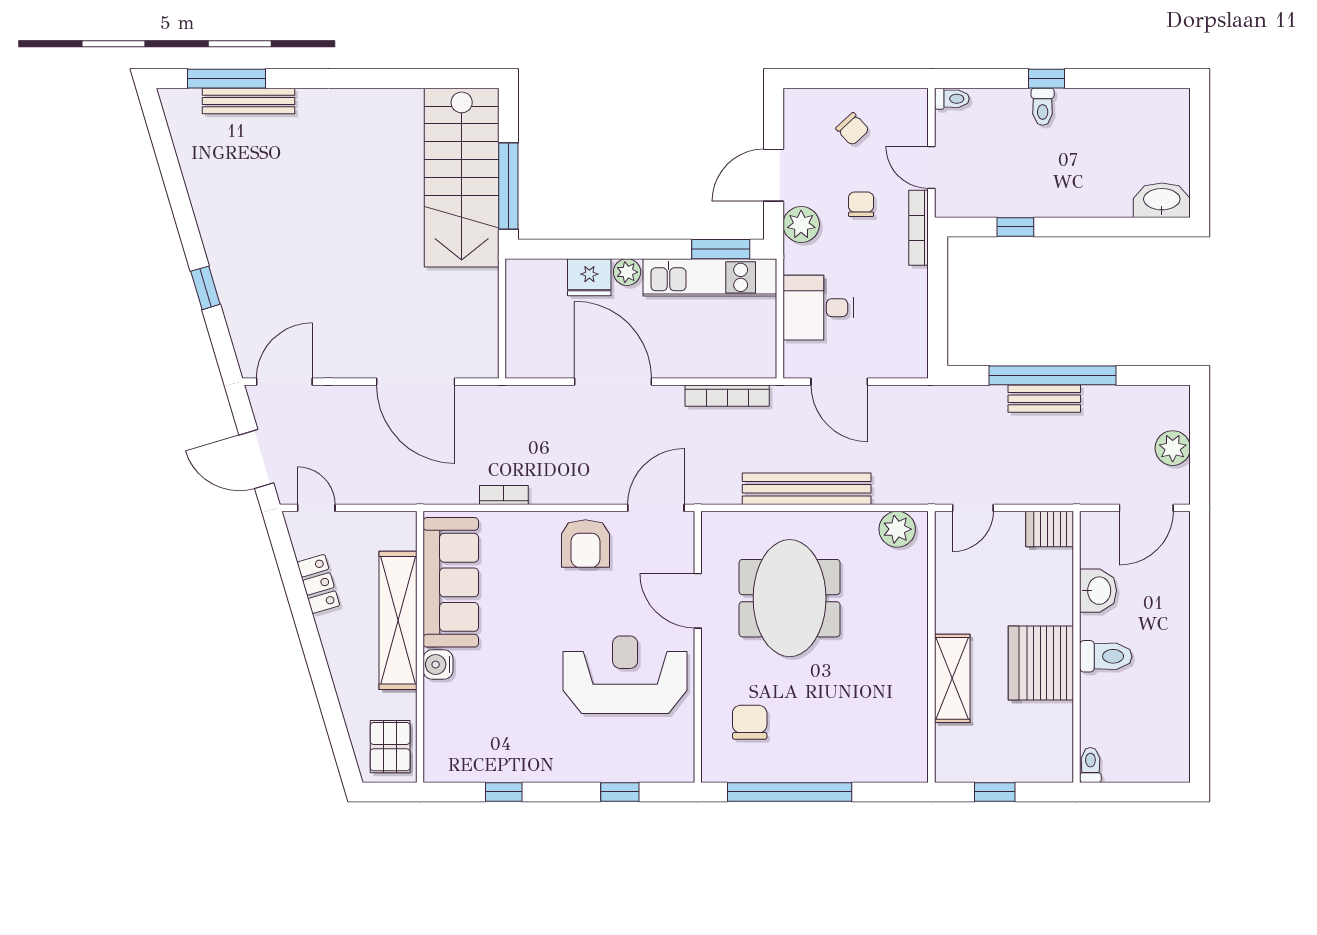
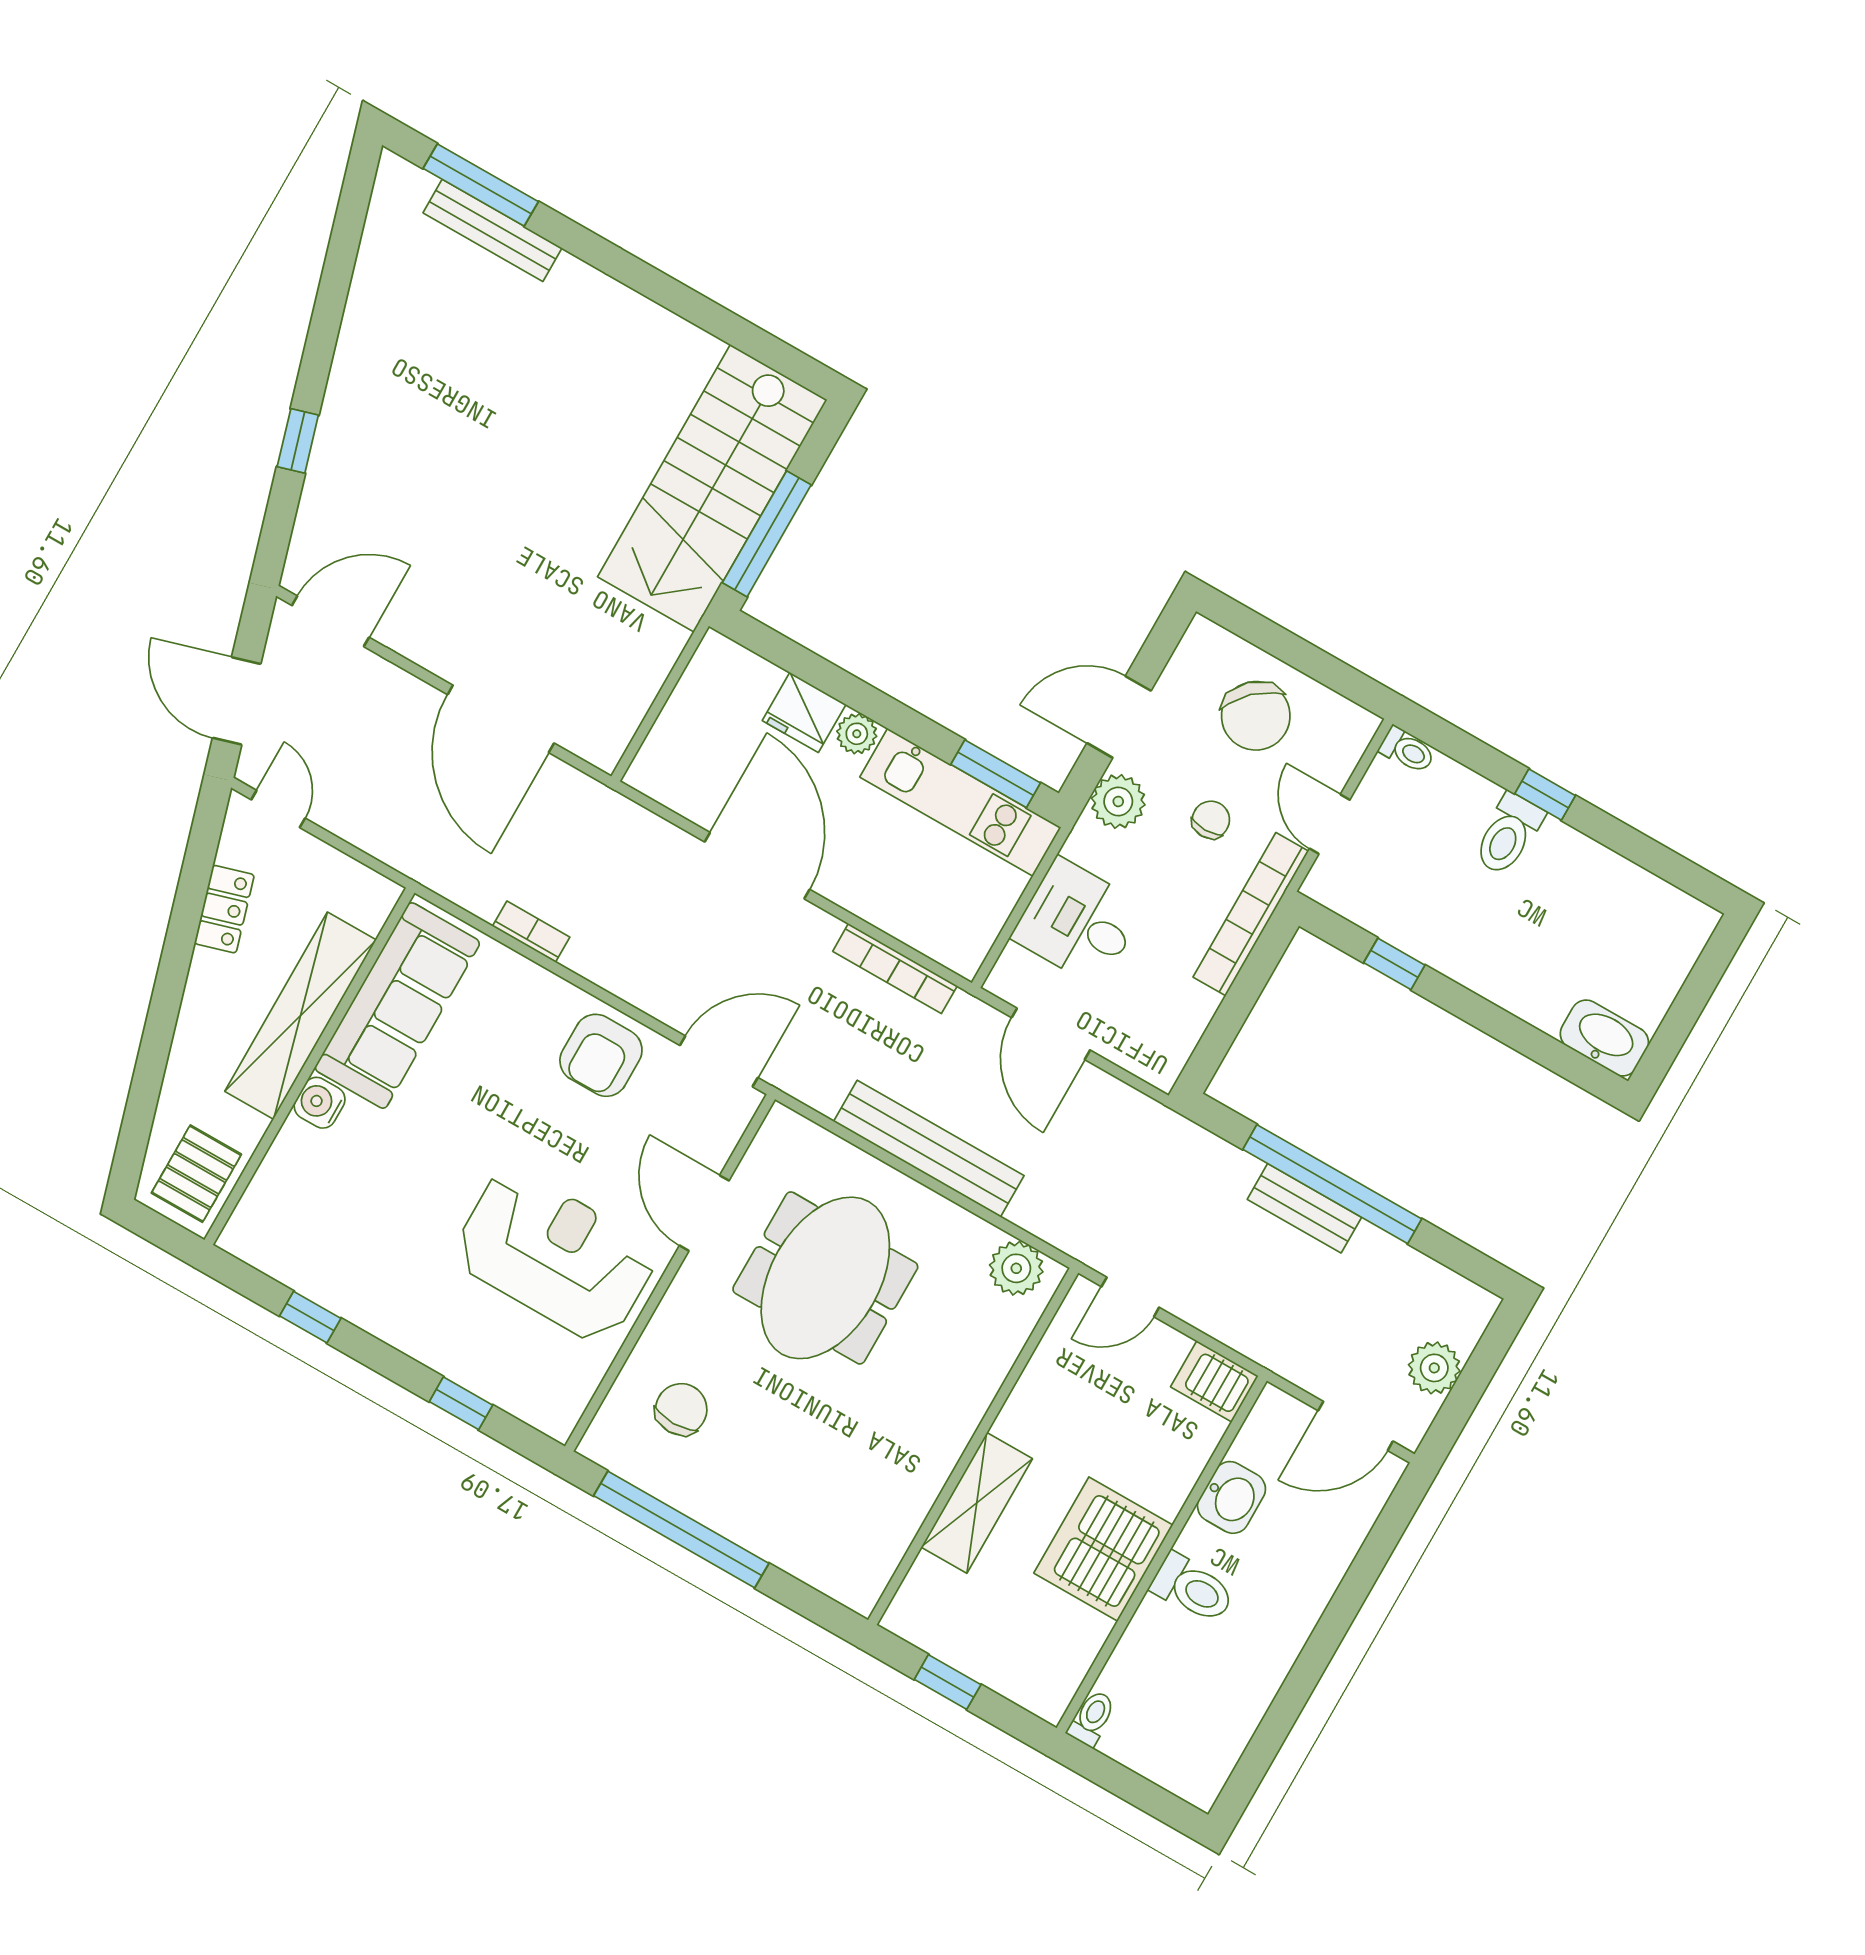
toilet: (1043, 107) -> (1508, 834), width x1.37, depth x1.39
chair: (853, 129) -> (1256, 716), width x1.87, depth x1.87
bookcase: (919, 228) -> (1251, 914), width x1.48, depth x1.31

